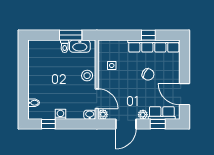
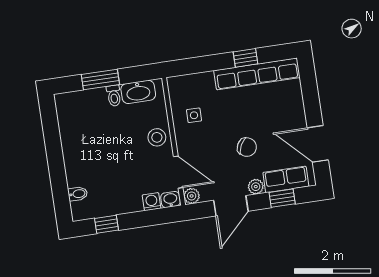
window: (71, 35) -> (100, 80), moved
chair: (148, 74) -> (247, 147), moved
washing machine: (60, 114) -> (152, 202), moved

